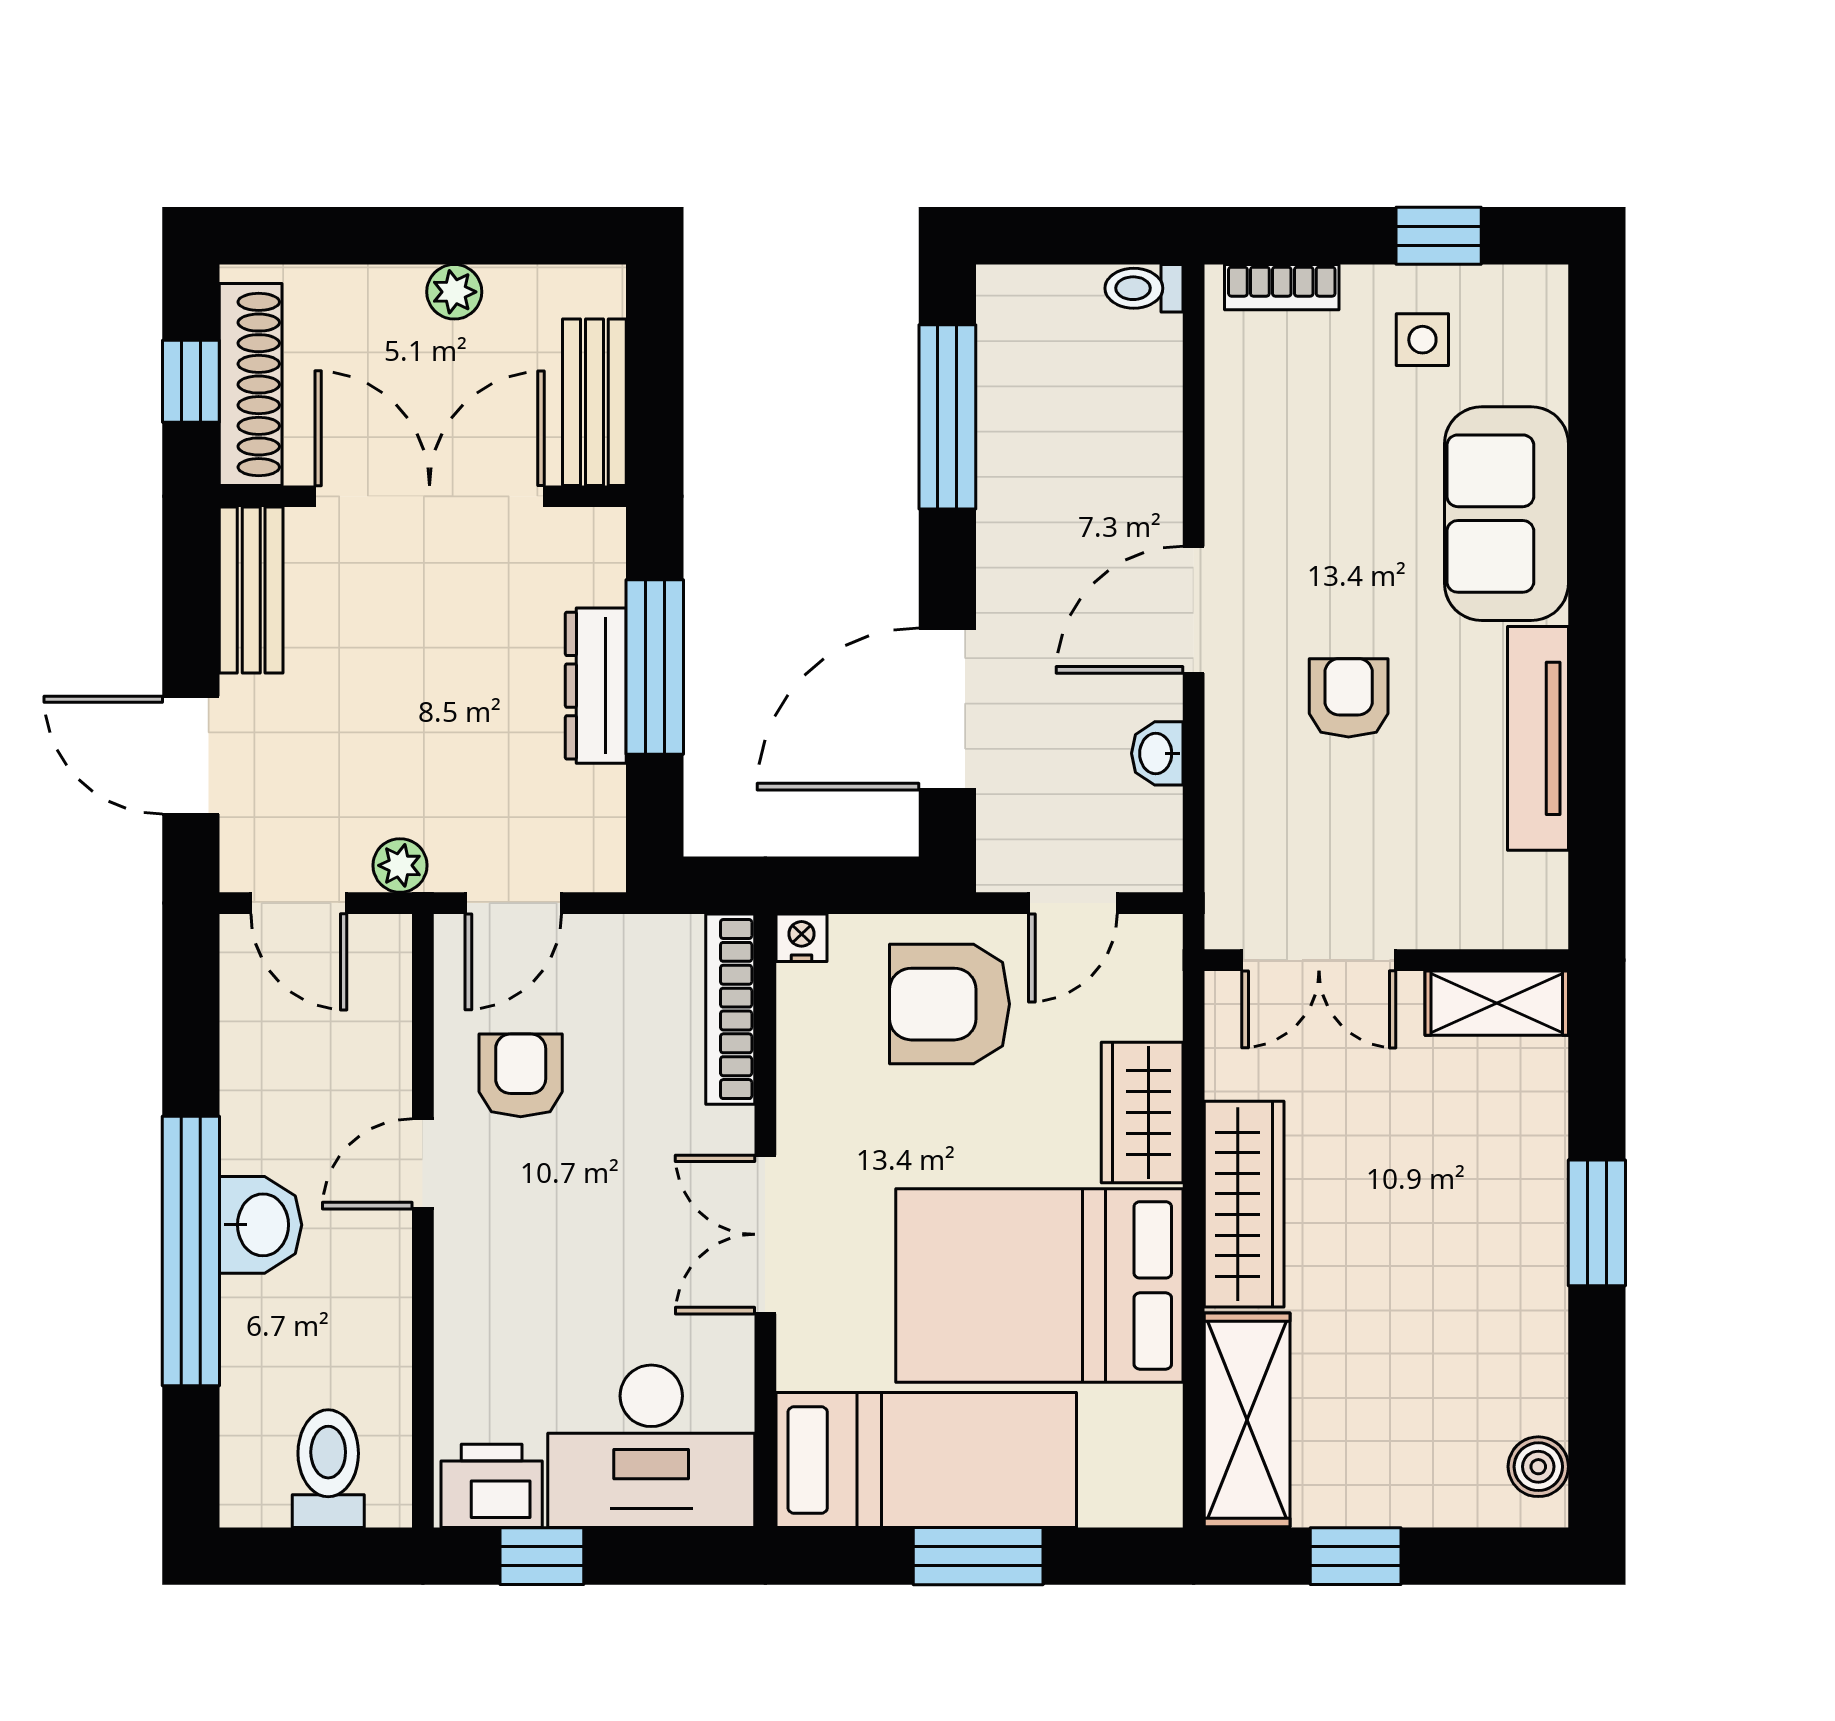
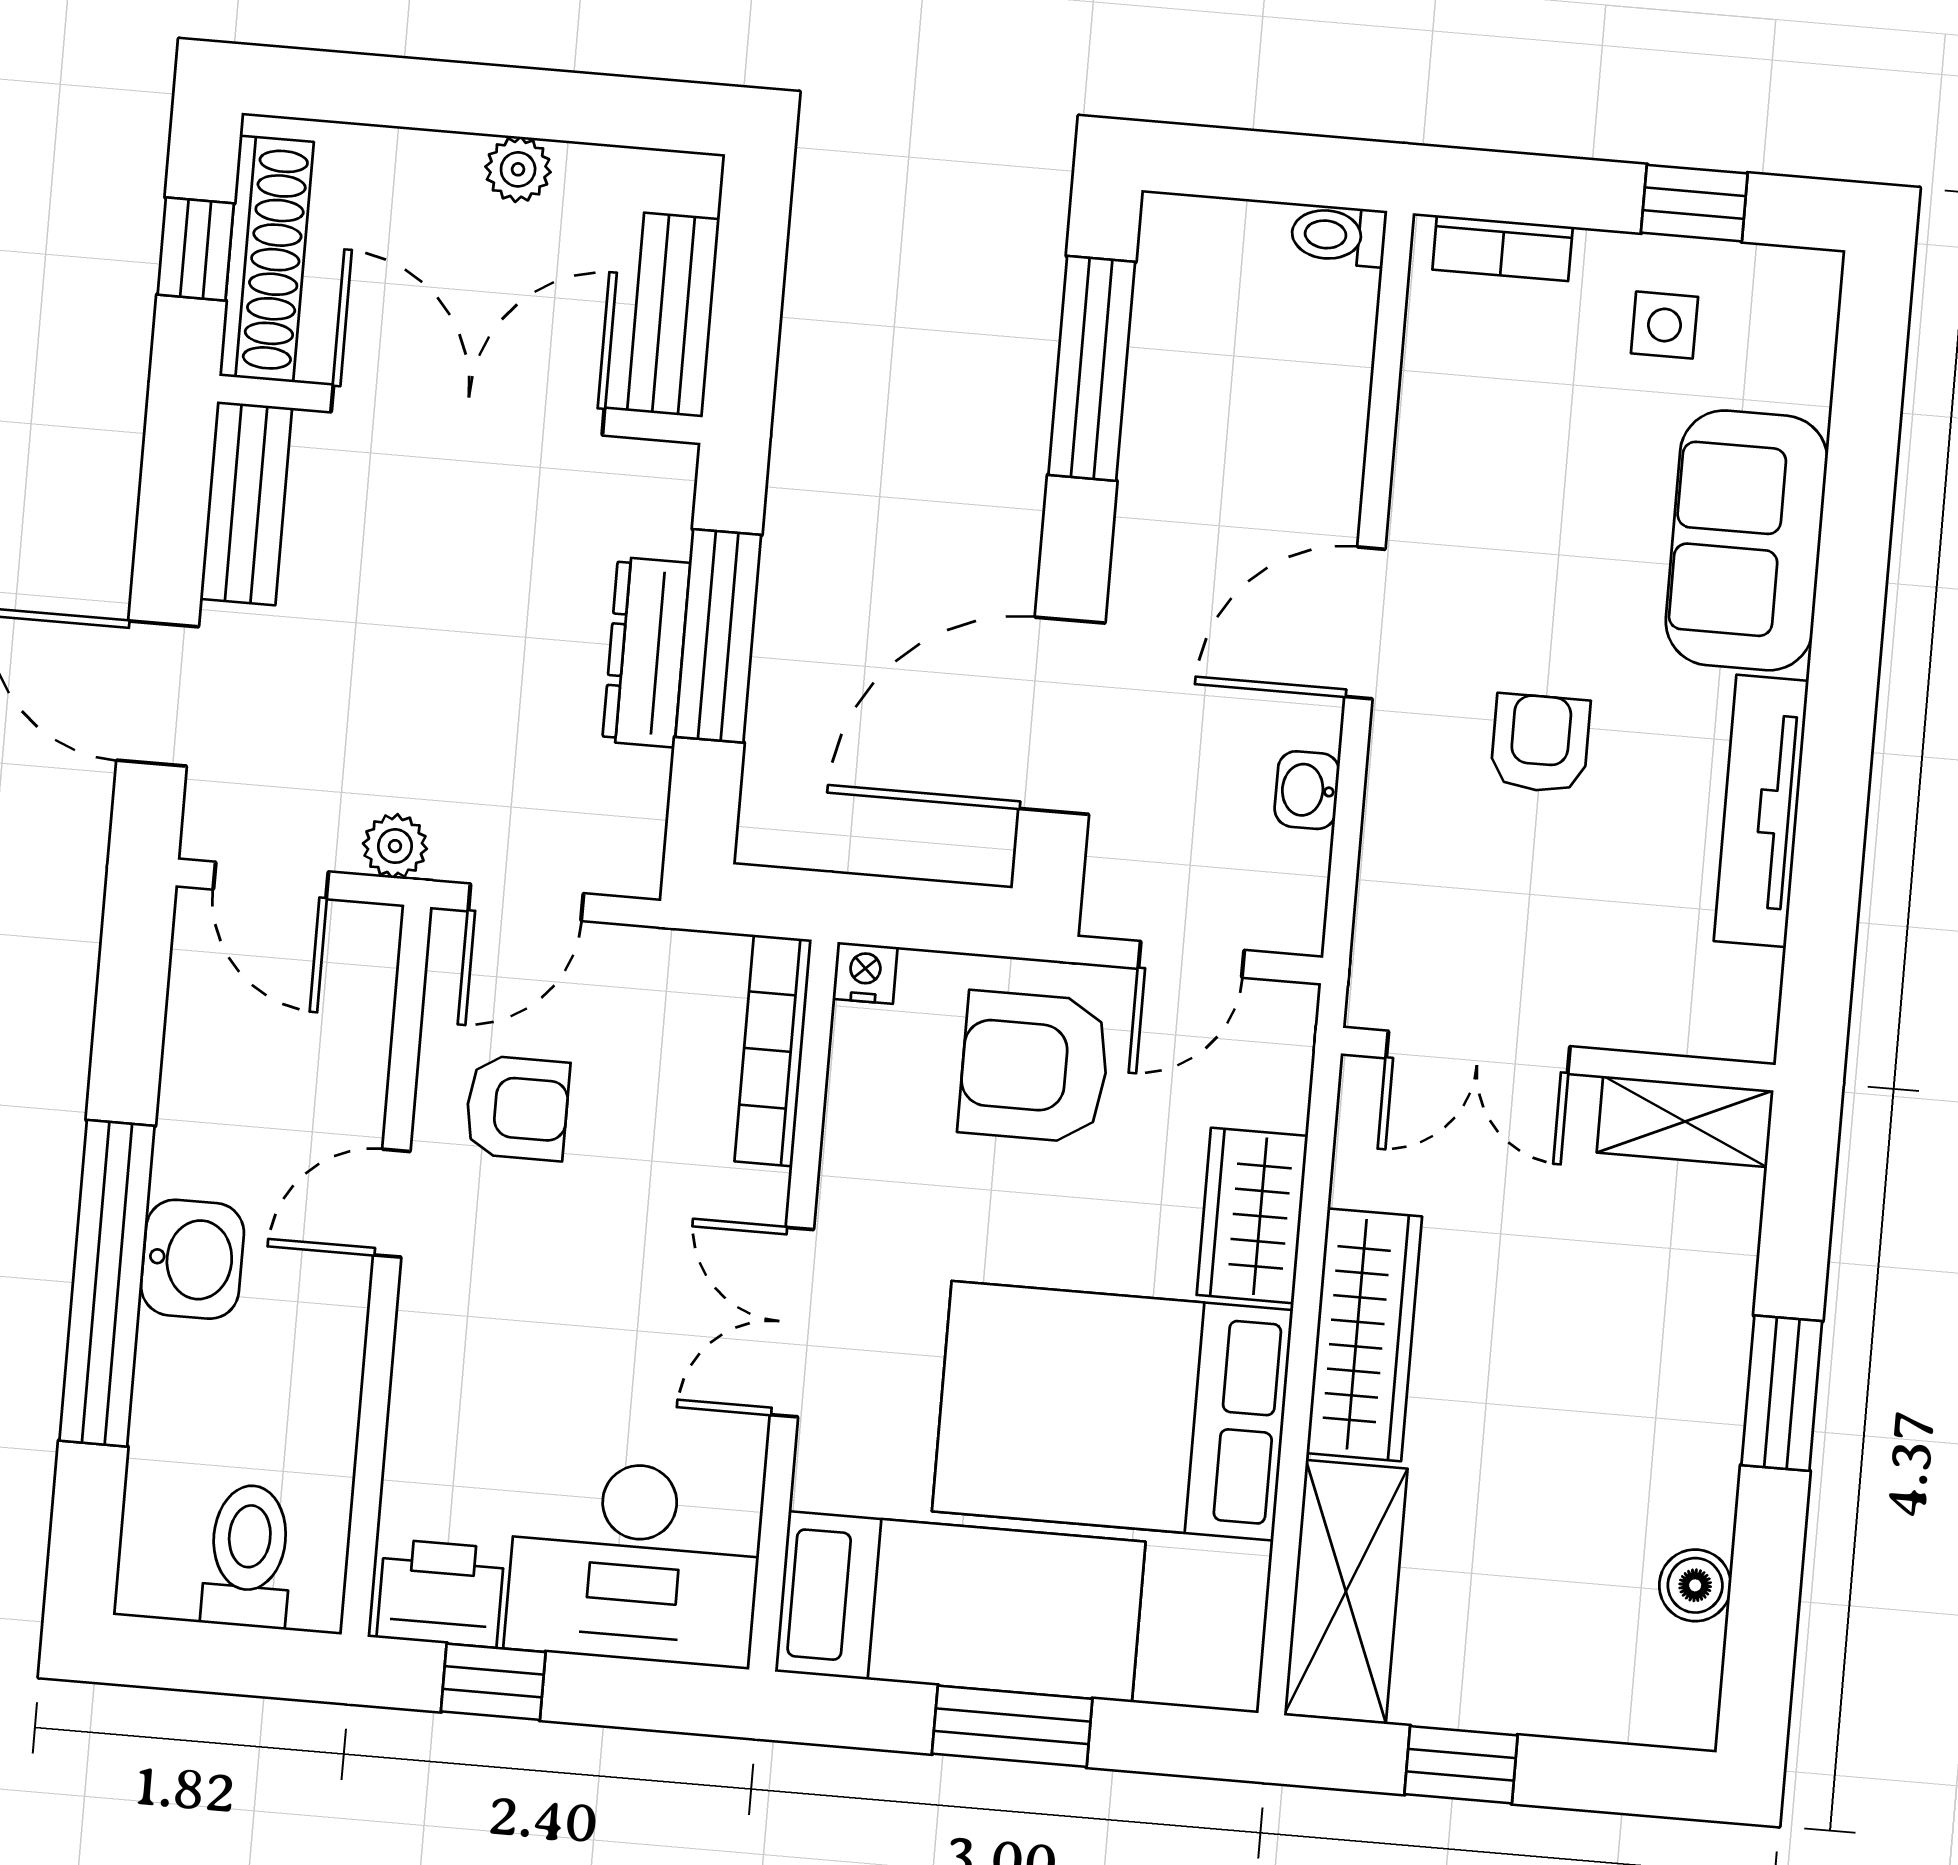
armchair: (521, 1075) -> (517, 1108), turned 90
boiler: (1538, 1467) -> (1695, 1585), moved

